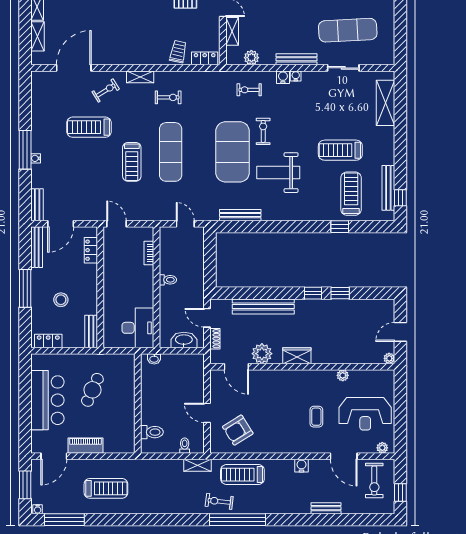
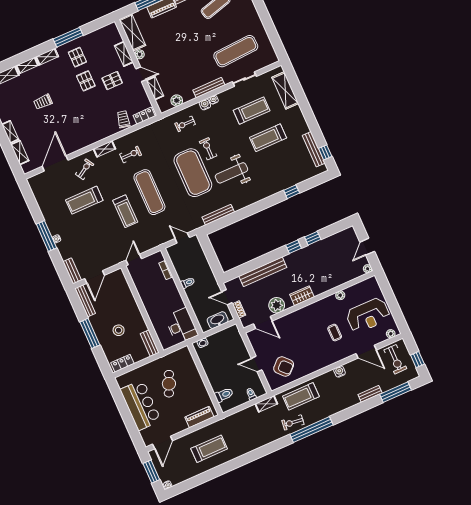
treadmill: (351, 194) -> (252, 111), moved, turned 90
door: (116, 224) -> (134, 260), hinge flipped
locker: (91, 250) -> (124, 286), removed
armchair: (238, 430) -> (284, 367), turned -101
piano: (85, 446) -> (199, 417), moved
window: (64, 520) -> (396, 392), moved

